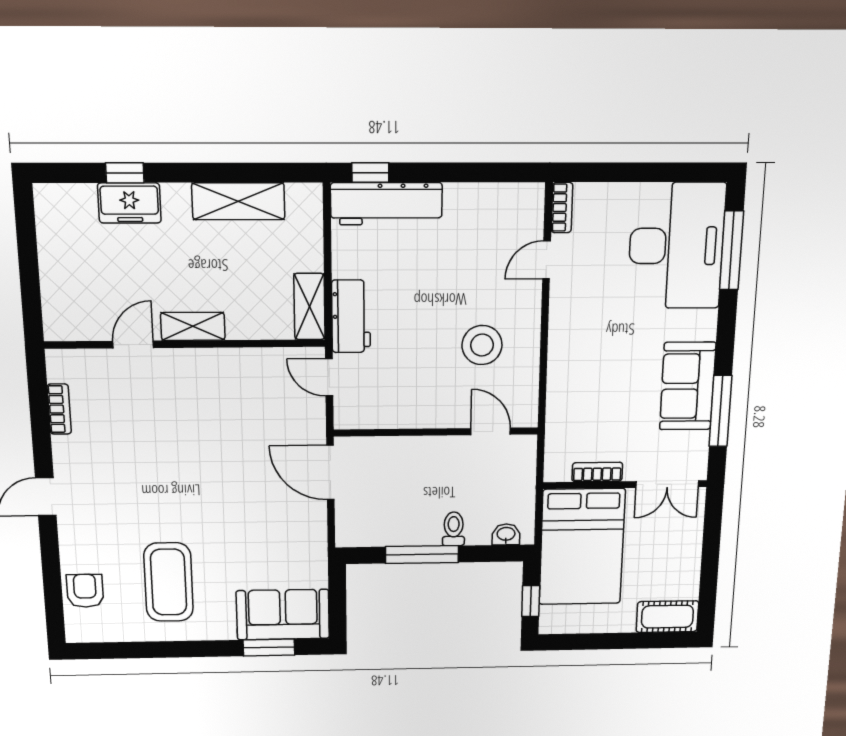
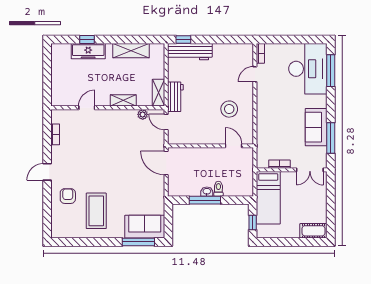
freezer: (129, 203) -> (88, 51), width x1.40
shelving: (193, 326) -> (123, 100), moved
plant: (272, 360) -> (143, 114), added
washbasin: (506, 534) -> (207, 192), moved
bed: (582, 547) -> (268, 198), width x0.67
armchair: (85, 591) -> (68, 196), moved
window: (269, 648) -> (138, 242), width x1.44

